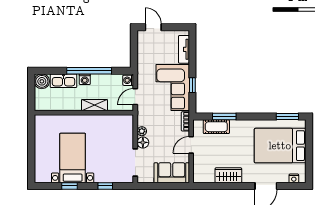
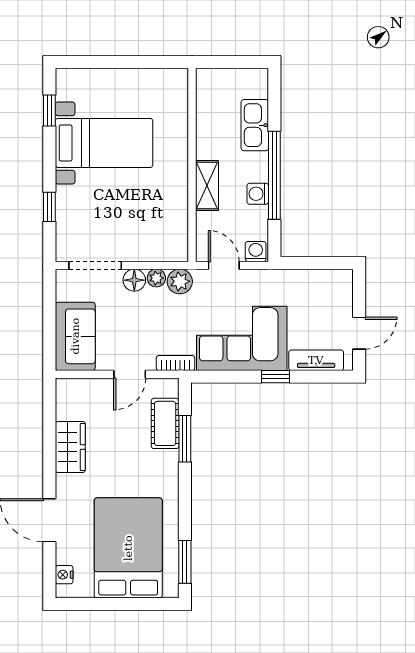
door: (153, 27) -> (359, 333), moved
washing machine: (85, 79) -> (258, 194), moved
boiler: (42, 81) -> (254, 83), removed
window: (192, 85) -> (275, 377), moved
plant: (144, 119) -> (180, 281), added
door: (191, 145) -> (130, 374), swing flipped
window: (69, 186) -> (49, 110), moved

